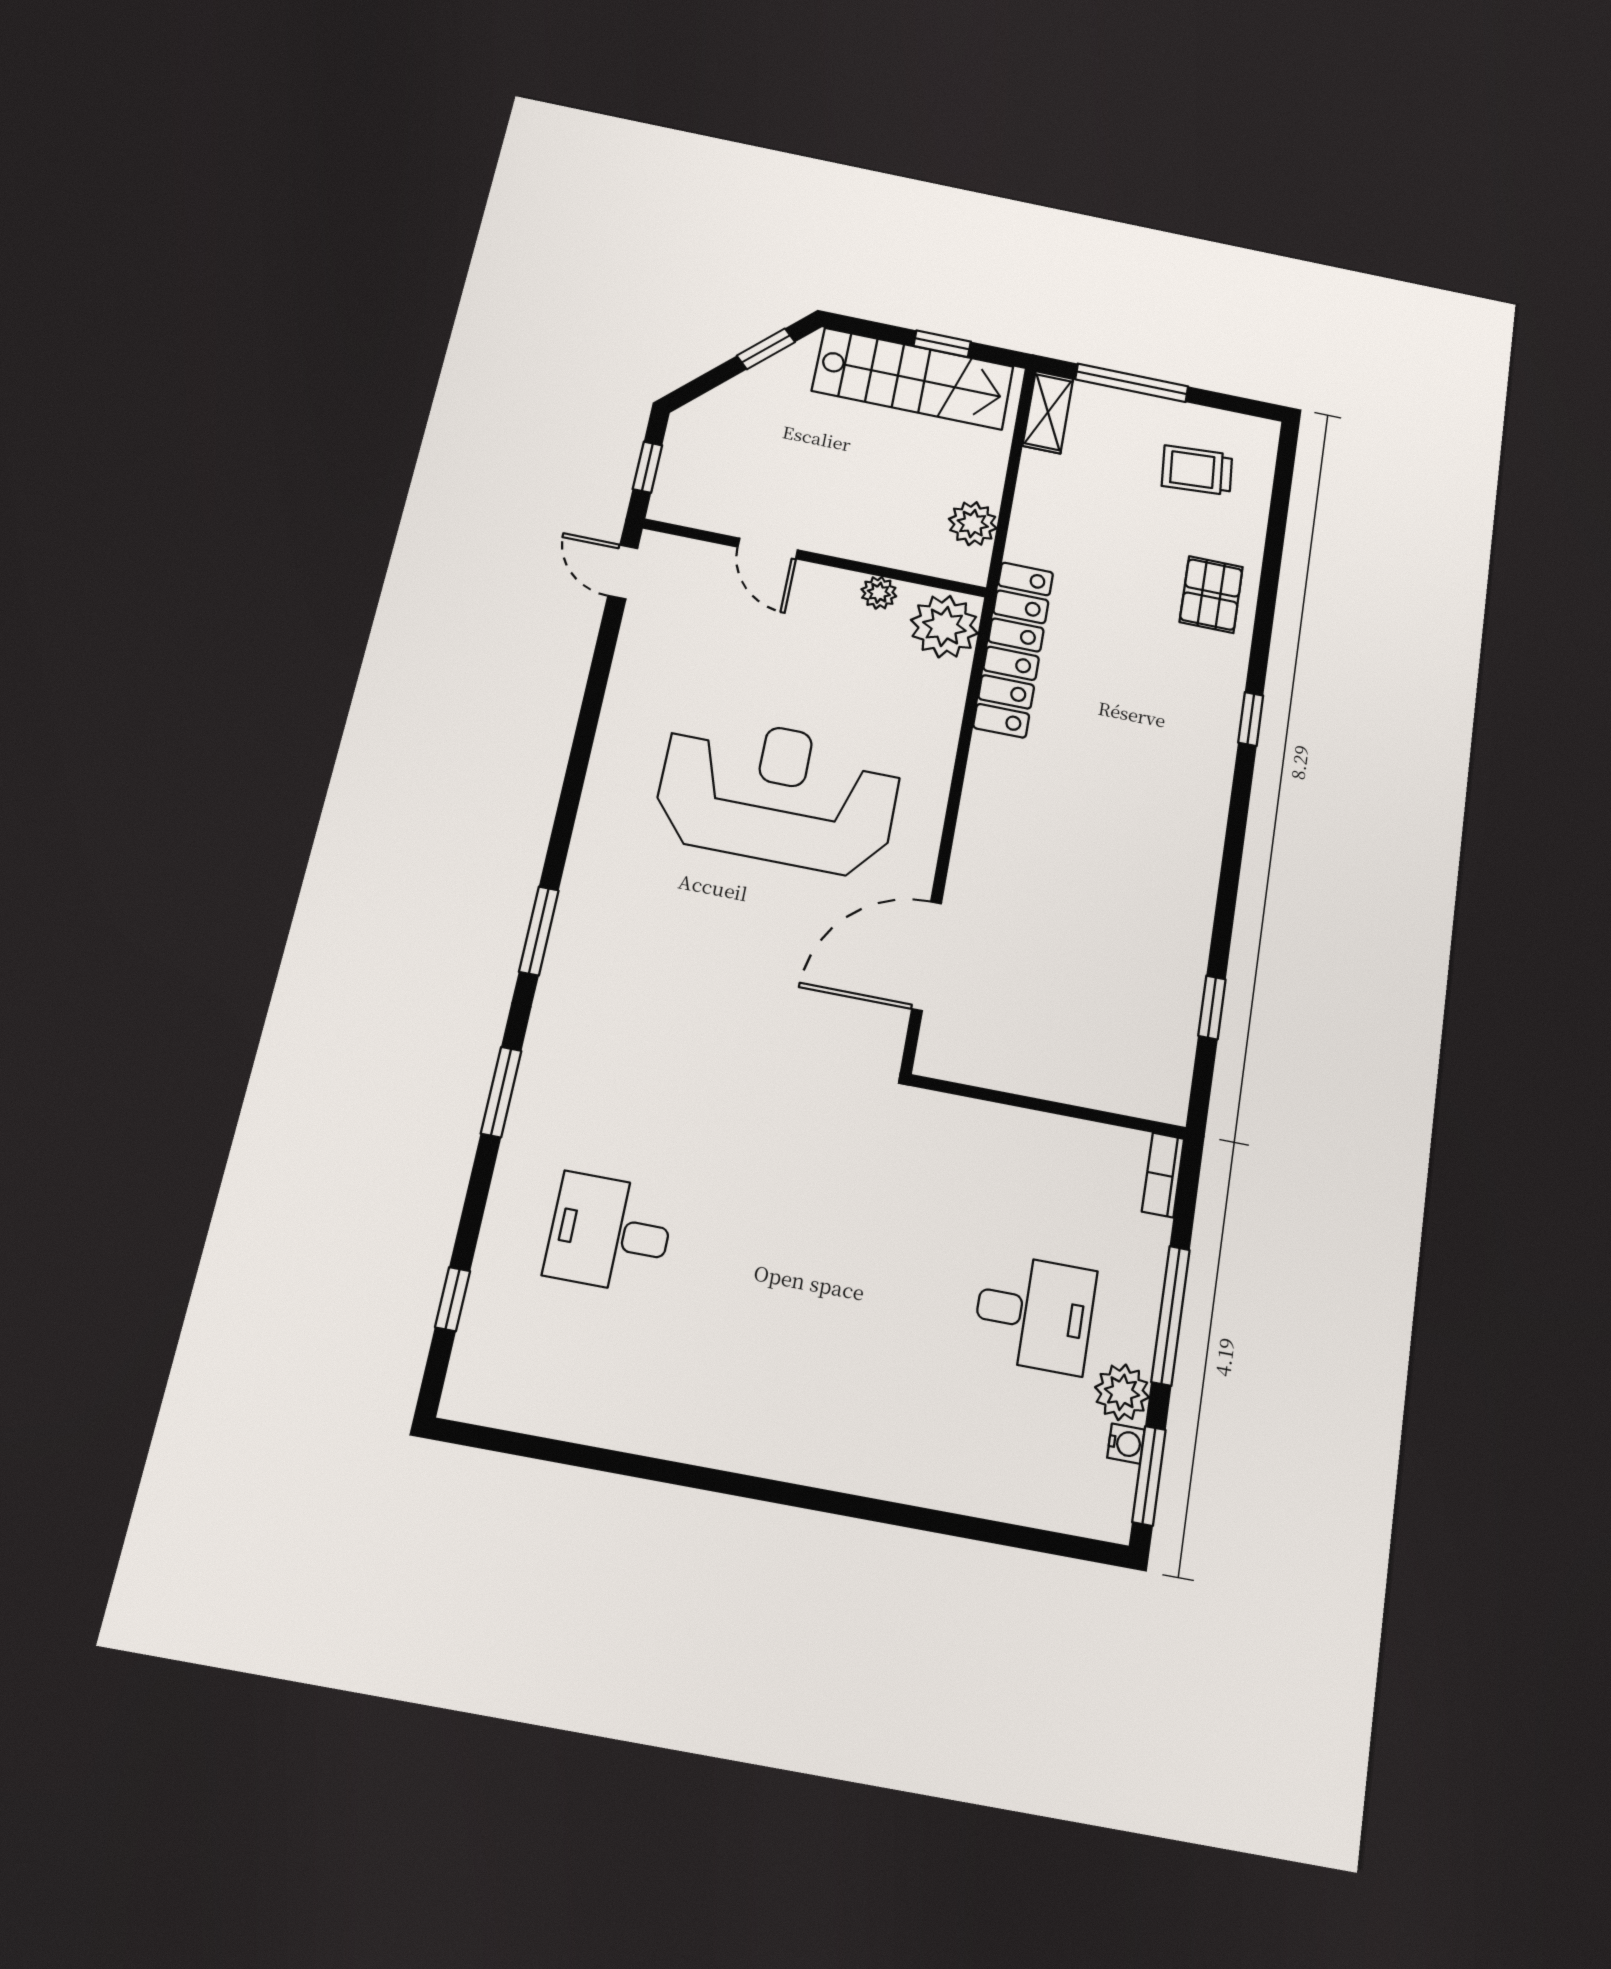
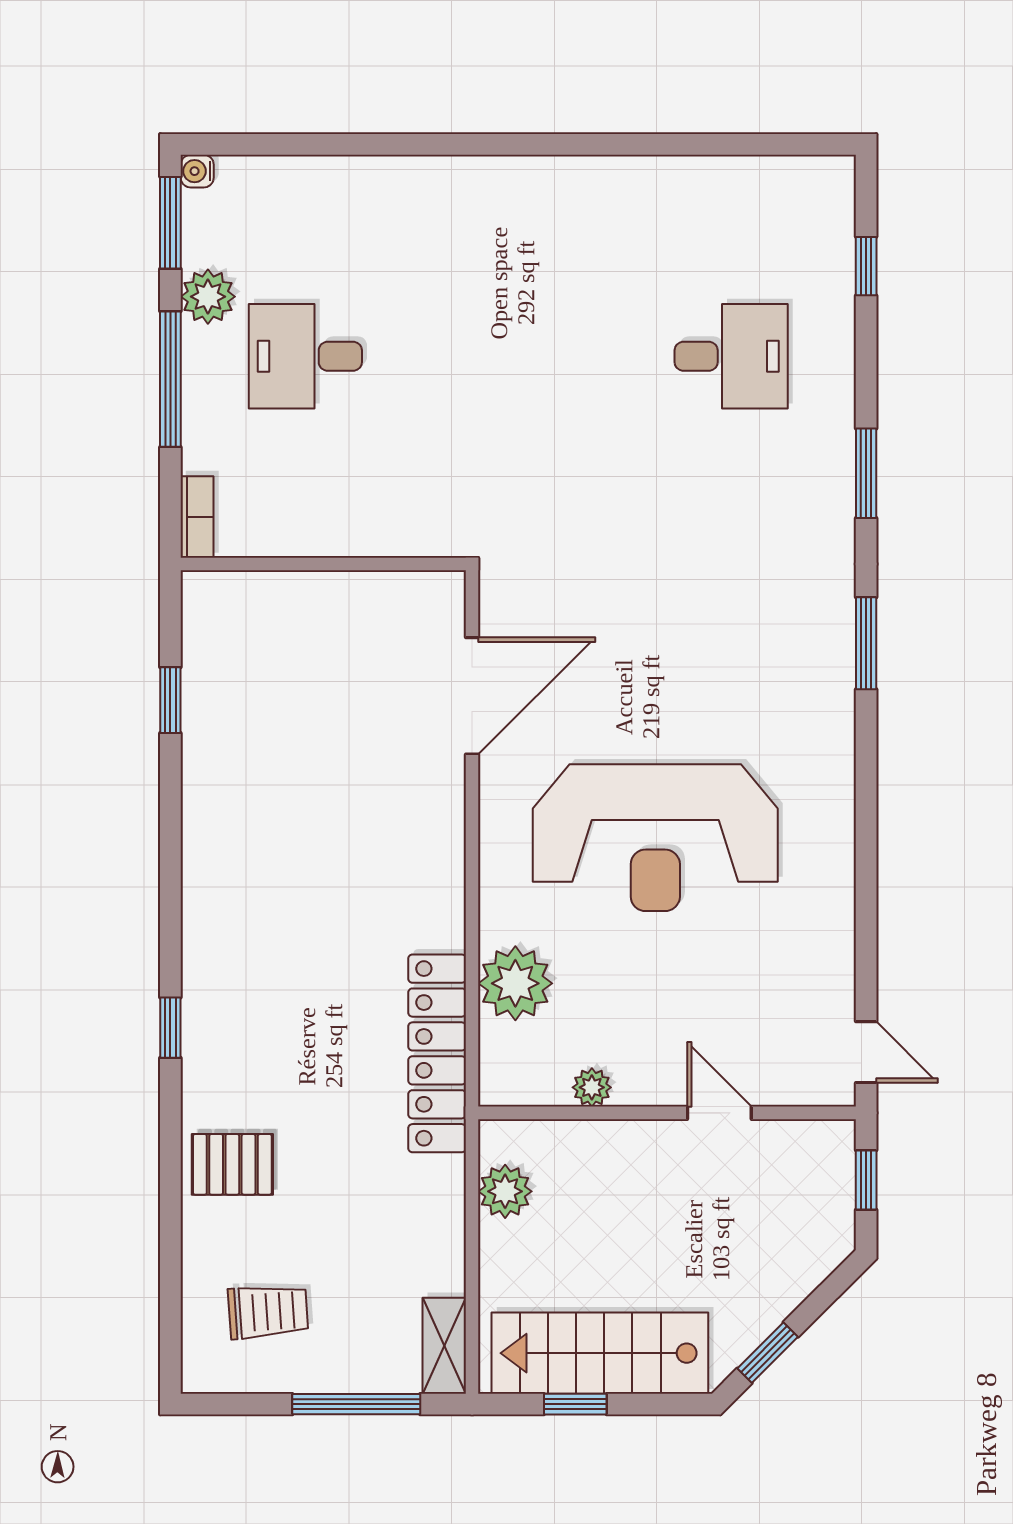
pallet: (1211, 594) -> (232, 1164), turned 90
plant: (944, 627) -> (515, 983), moved
water cooler: (1126, 1444) -> (197, 171), moved

